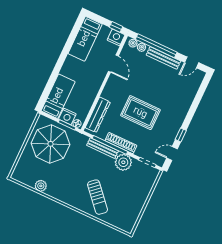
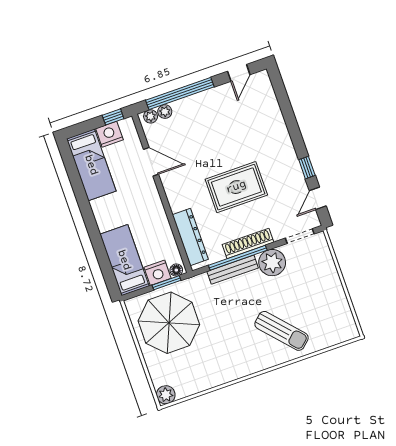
nightstand: (116, 37) -> (109, 134), moved
bench: (163, 58) -> (202, 99), removed
plant: (41, 186) -> (166, 395), moved

